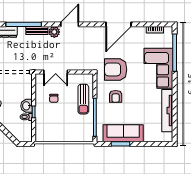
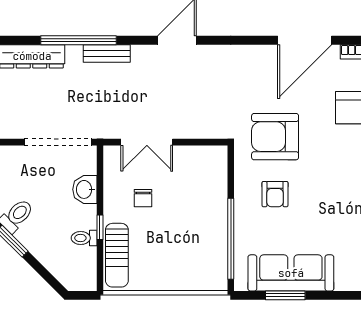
door: (118, 24) -> (305, 40), moved
plant: (54, 32) -> (144, 57), removed
sun lounger: (83, 99) -> (117, 255), moved
washbasin: (27, 106) -> (85, 189), moved

